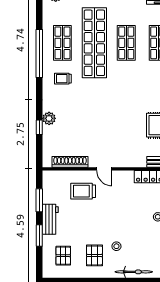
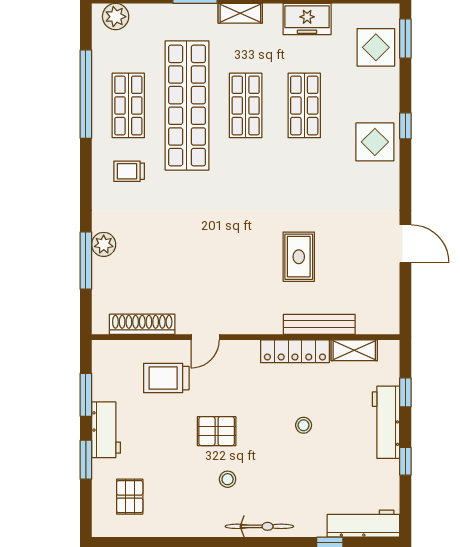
window: (39, 53) -> (86, 94), moved
window: (39, 127) -> (86, 261), width x2.17
door: (104, 169) -> (205, 337), hinge flipped
pallet: (94, 255) -> (217, 431), moved, turned 90

